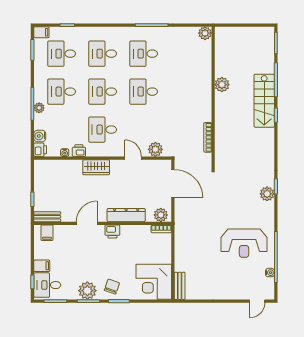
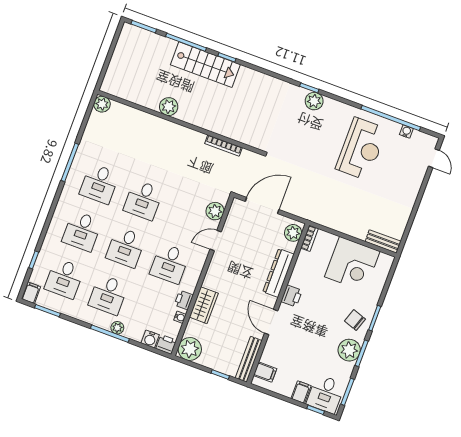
wardrobe: (96, 167) -> (204, 305), moved
plant: (43, 169) -> (190, 349), added
bench: (47, 217) -> (249, 359), width x1.36
corner desk: (154, 282) -> (352, 264), moved

